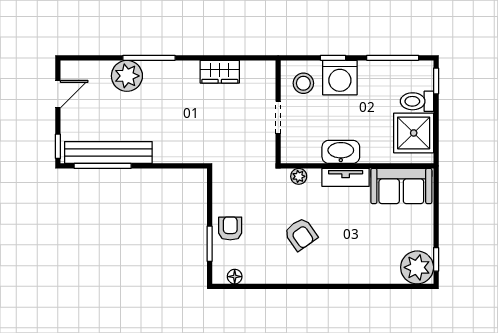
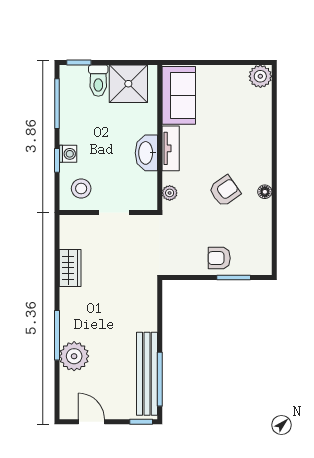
washing machine: (340, 78) -> (68, 154), width x0.53, depth x0.53
window: (436, 259) -> (248, 62), removed
plant: (417, 267) -> (260, 76), width x0.73, depth x0.73
floor lamp: (235, 277) -> (265, 192), moved

